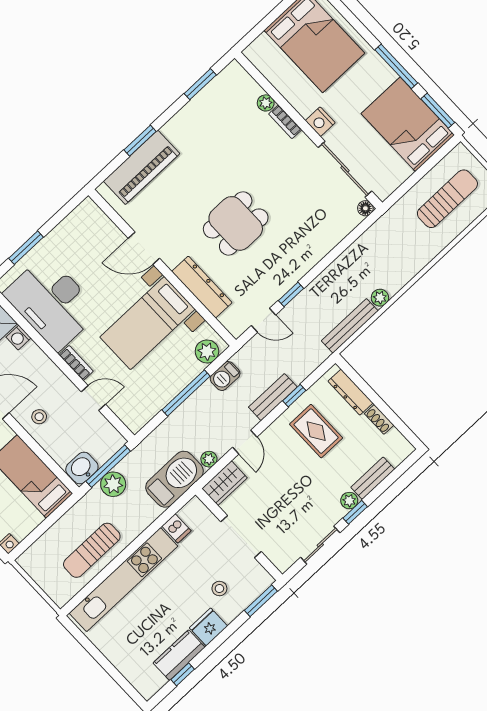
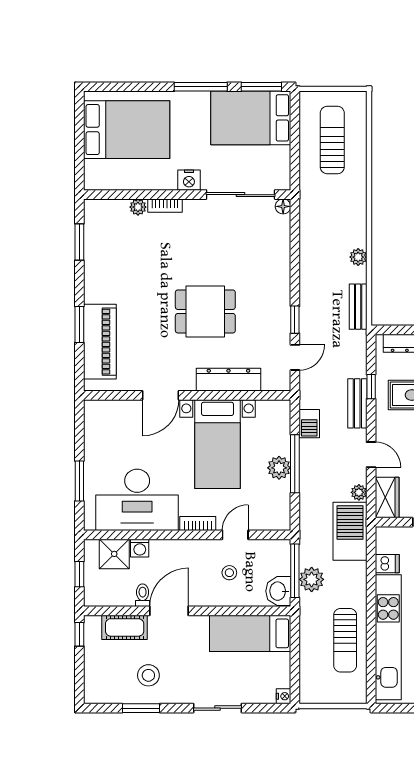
dining table: (236, 223) -> (205, 311), turned 90
bench: (350, 326) -> (358, 307), width x0.73
plant: (207, 351) -> (279, 468), moved
stool: (39, 417) -> (229, 573), moved

